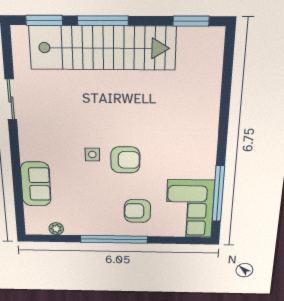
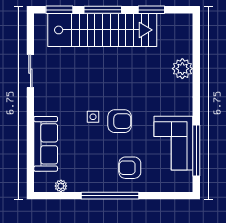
window: (191, 21) -> (151, 10), moved
plant: (207, 98) -> (182, 69), added
sofa: (36, 184) -> (46, 144), width x1.36
corner sofa: (190, 209) -> (173, 143), moved

